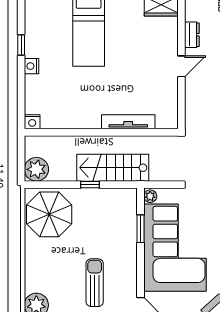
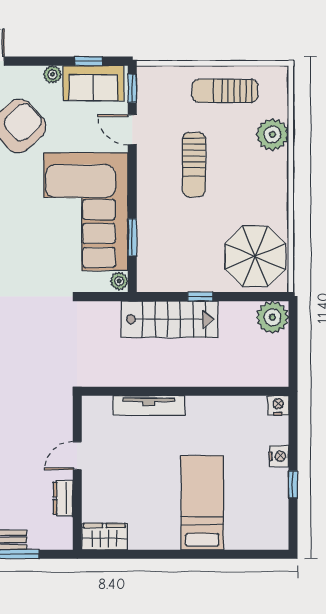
nightstand: (32, 122) -> (278, 405), moved
tv unit: (128, 122) -> (149, 405), moved
wall: (101, 132) -> (185, 391), moved

